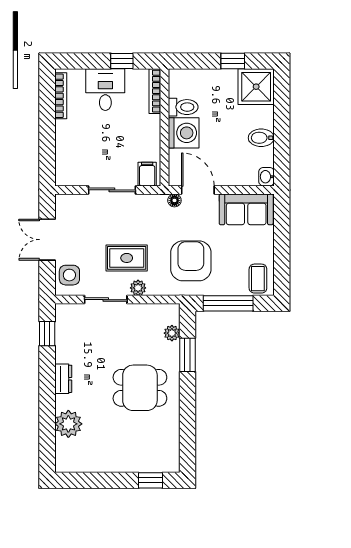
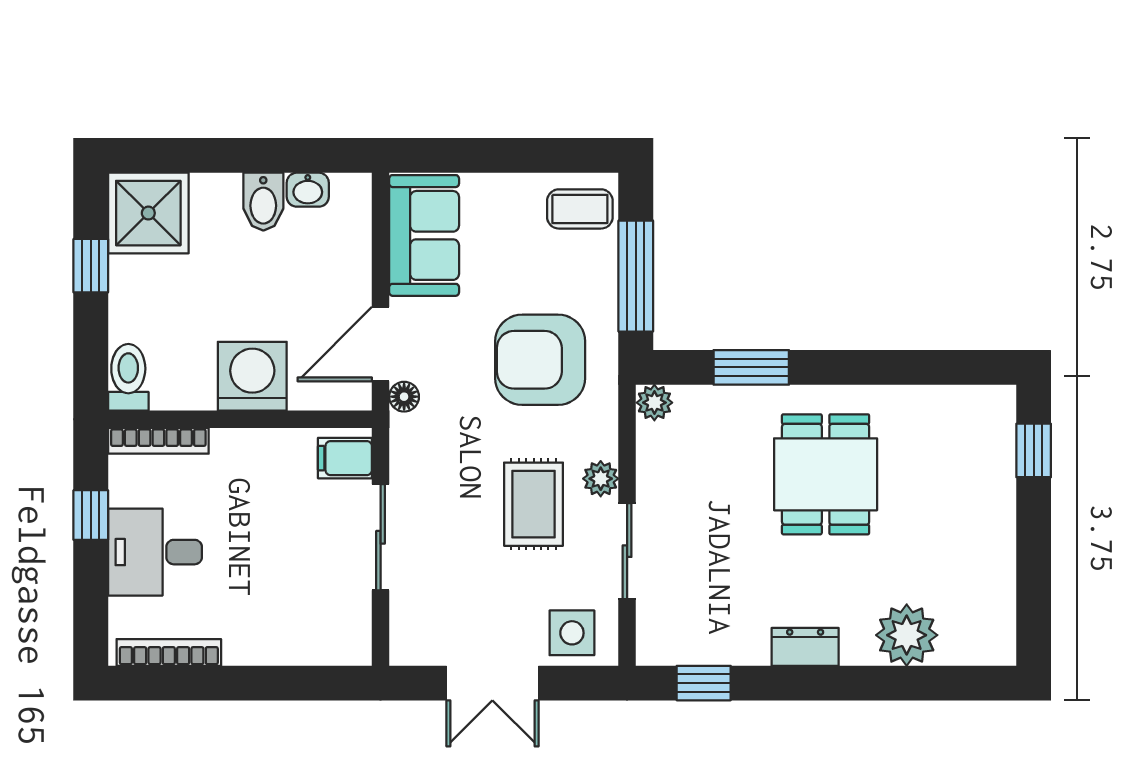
toilet: (183, 107) -> (128, 377), moved
washbasin: (267, 177) -> (308, 190), moved
plant: (172, 333) -> (654, 403), moved

